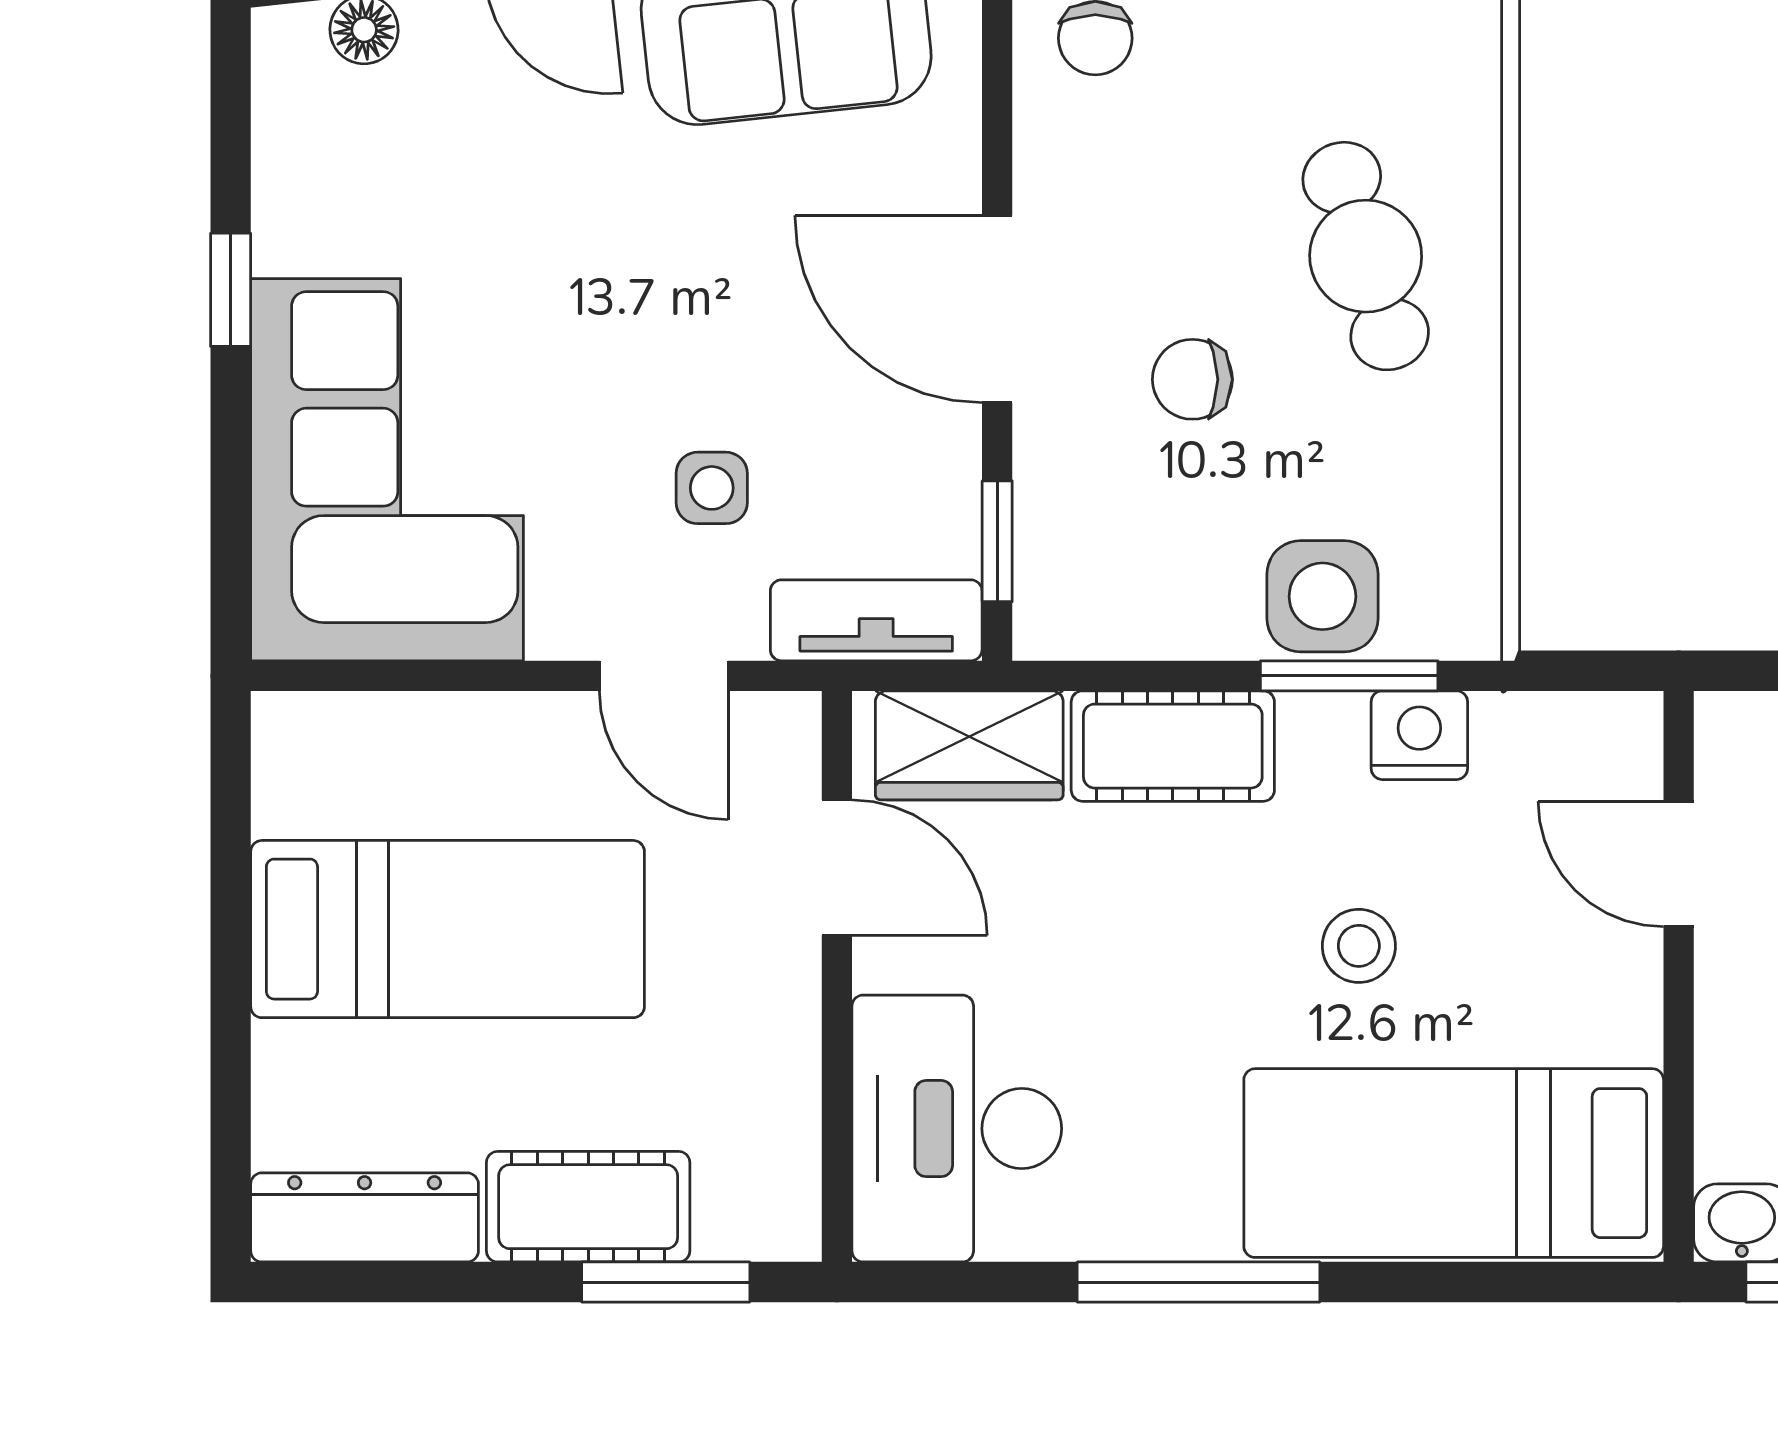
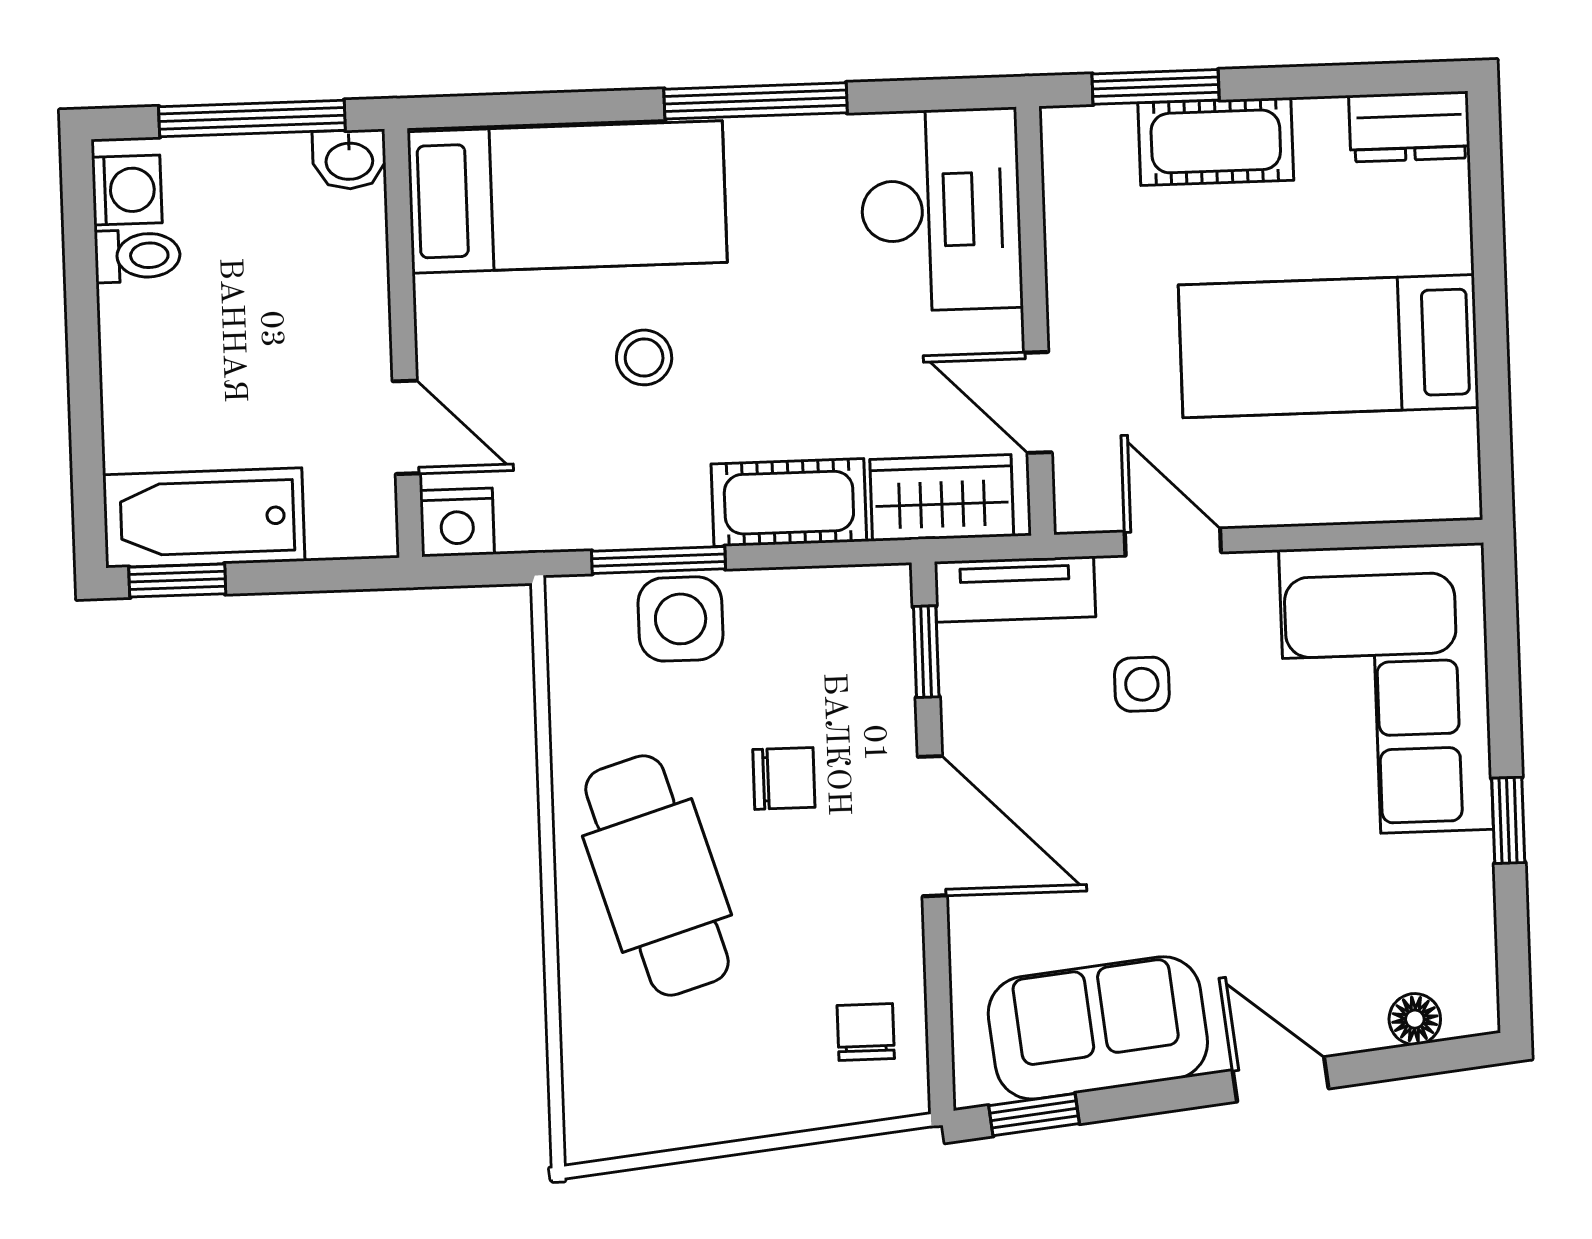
cafe table: (1366, 256) -> (657, 875), width x1.37, depth x1.35
nightstand: (1419, 735) -> (457, 522), moved
dresser: (365, 1217) -> (1409, 127), width x0.70

